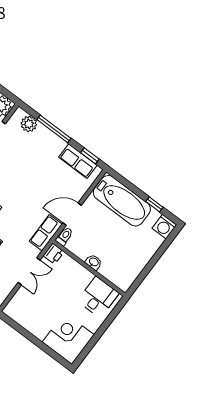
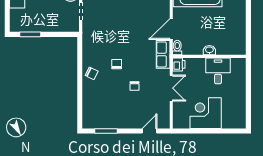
desk: (98, 297) -> (218, 71), moved
corner desk: (68, 338) -> (206, 113), moved

